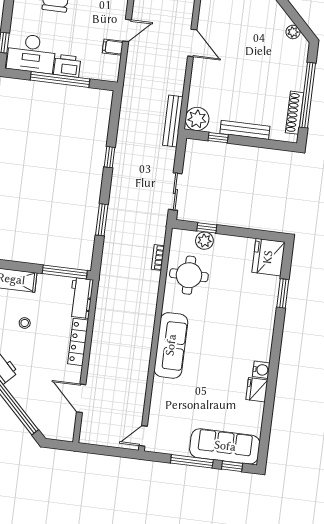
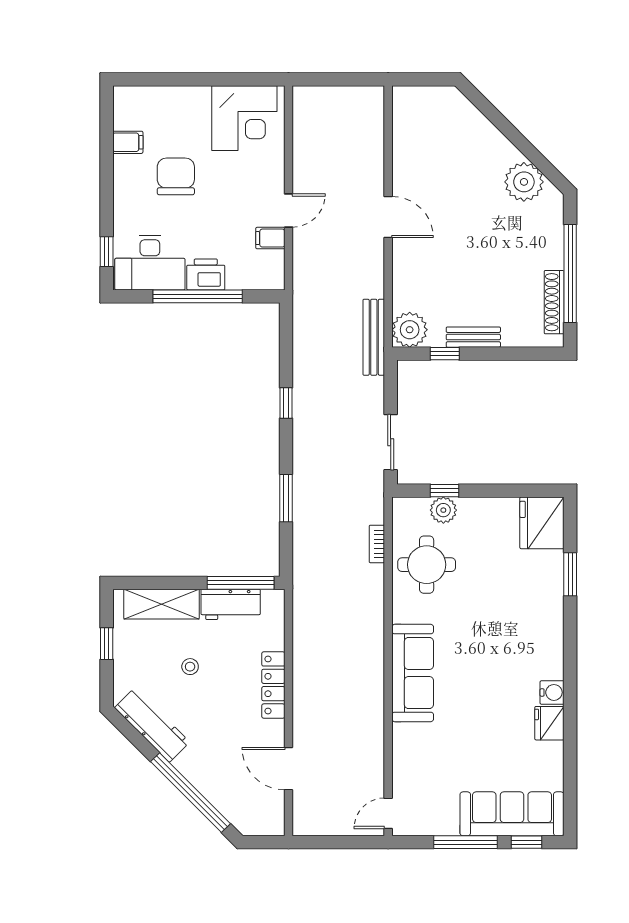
plant: (293, 32) -> (524, 182), width x1.88, depth x1.88
bench: (245, 130) -> (473, 337), width x0.73
workbench: (81, 298) -> (231, 604), moved, turned -90

